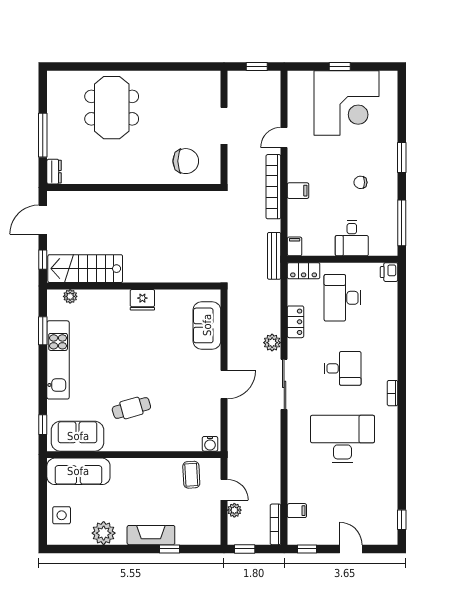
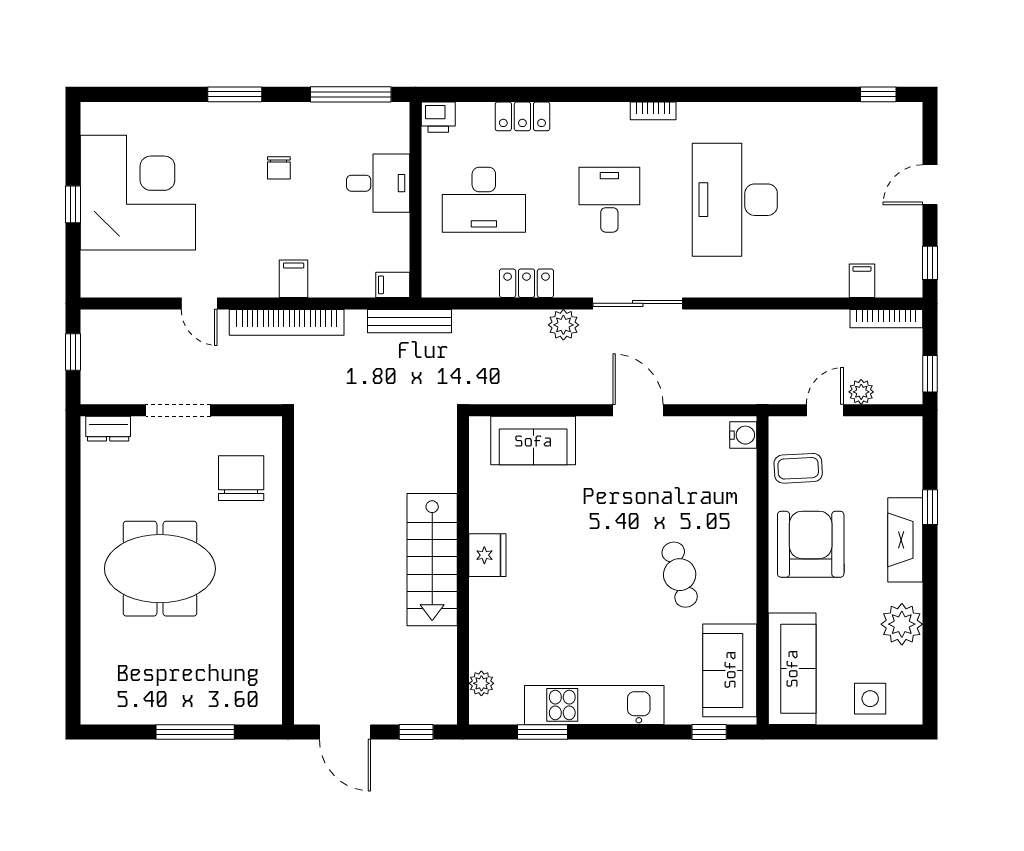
meeting table: (112, 108) -> (160, 569), moved
dresser: (54, 172) -> (108, 429), moved, turned 180
stairs: (85, 269) -> (432, 560), moved
locker: (304, 271) -> (522, 116), moved, turned 90
armchair: (149, 482) -> (811, 544), added

